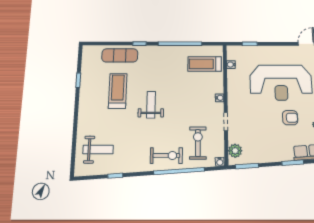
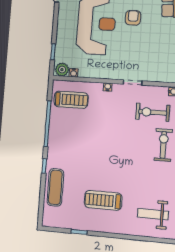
treadmill: (205, 64) -> (71, 100), turned -90
treadmill: (118, 91) -> (103, 200), moved
weight bench: (151, 105) -> (110, 158), removed
weight bench: (98, 150) -> (153, 214), turned -90
plant: (235, 151) -> (62, 70), moved

